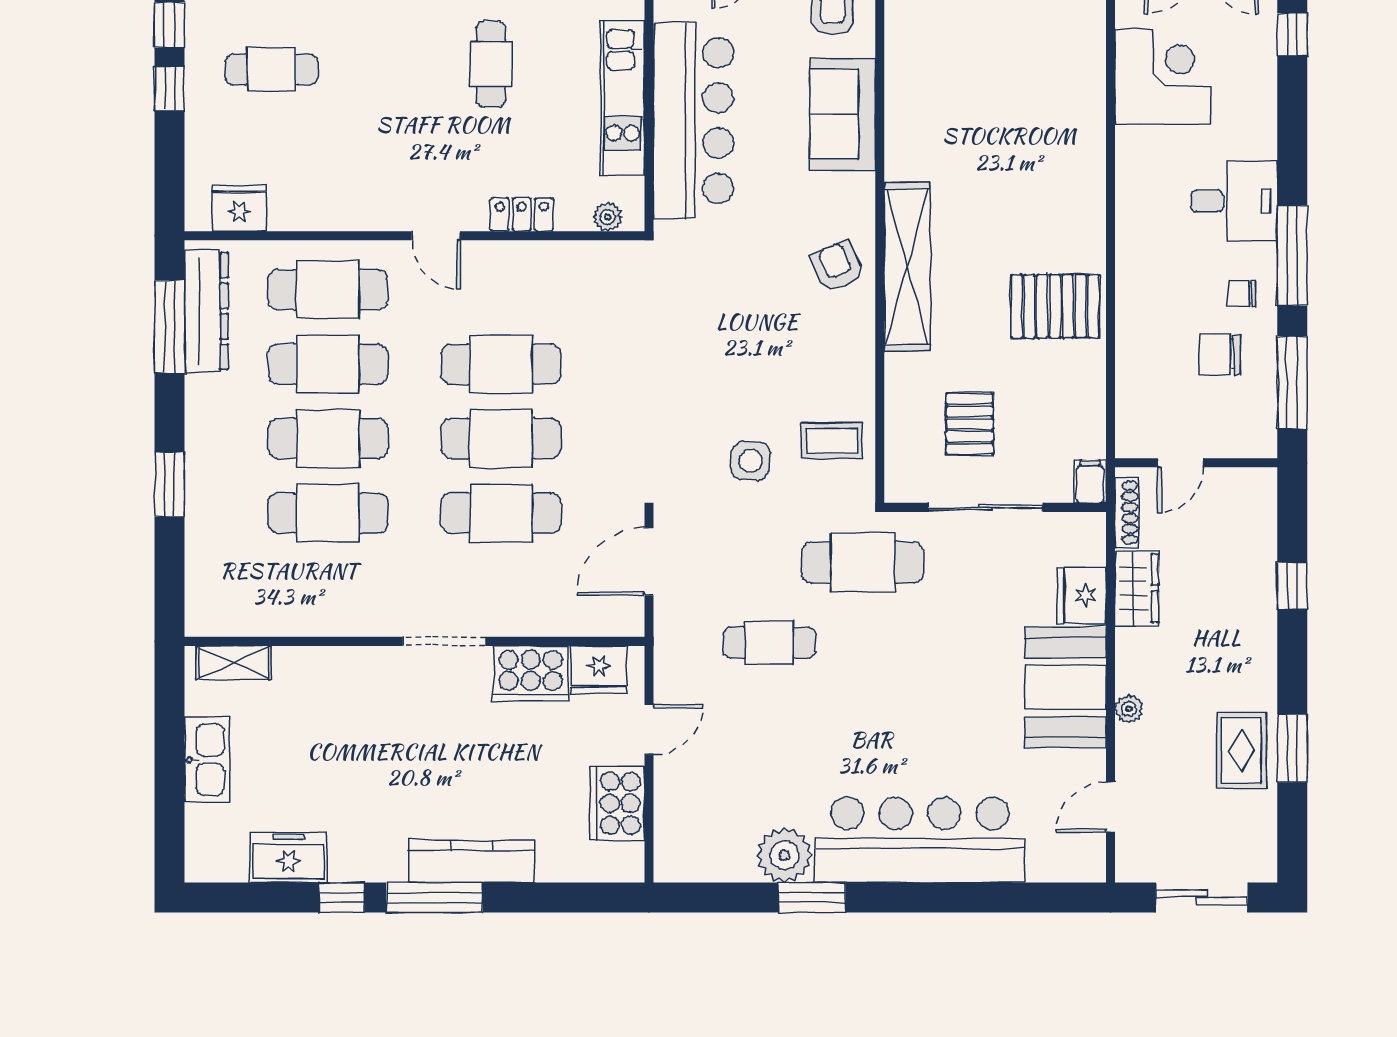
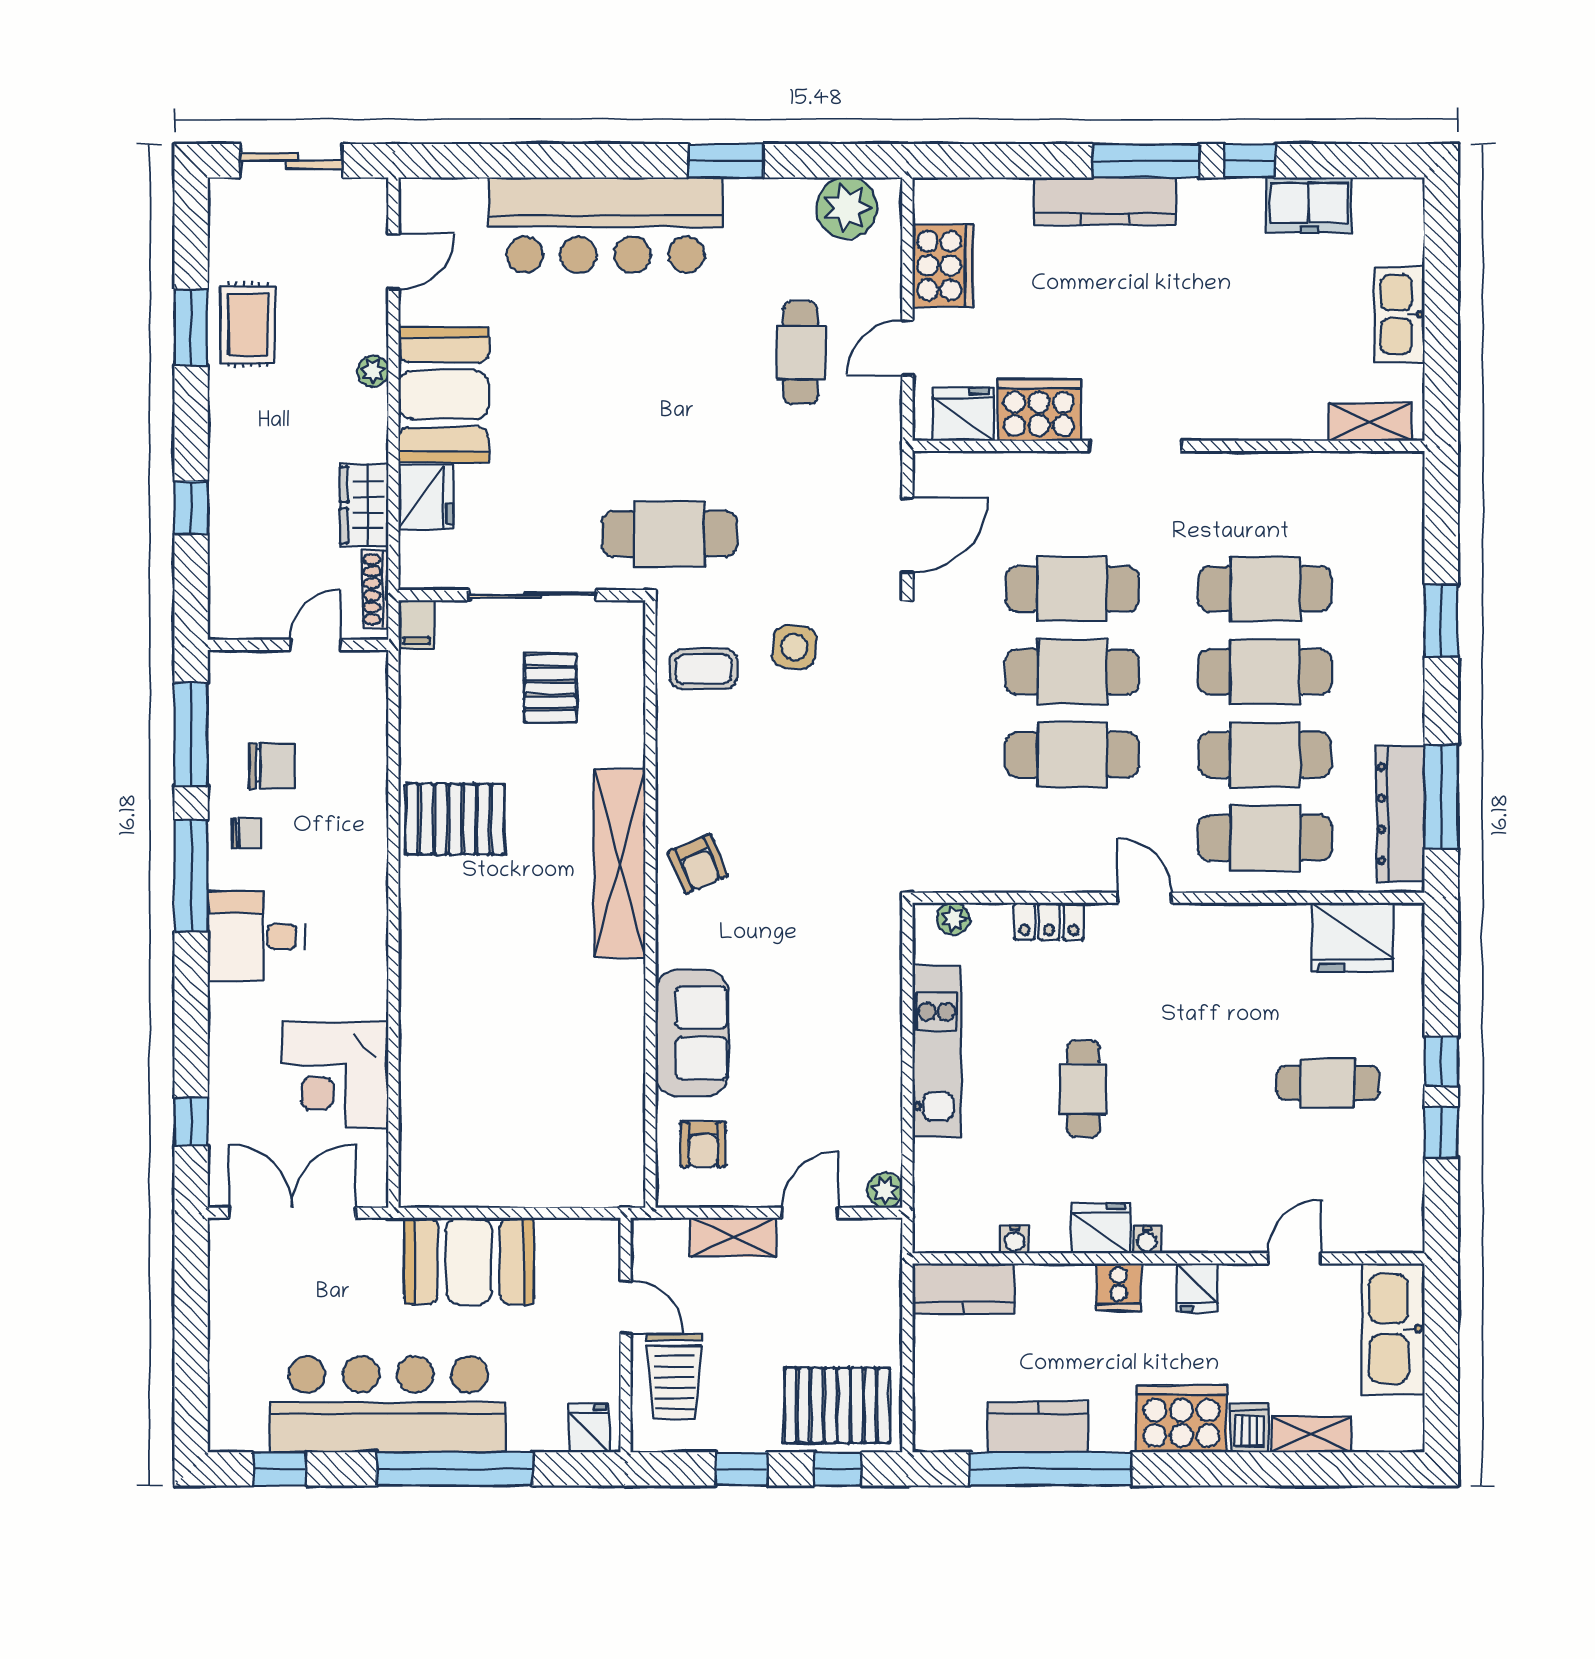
bar counter: (693, 120) -> (858, 1026), removed
fridge: (240, 208) -> (1352, 937), width x1.36, depth x1.34
cafe table: (769, 643) -> (801, 353), moved, turned 90
plant: (784, 855) -> (847, 208), moved

